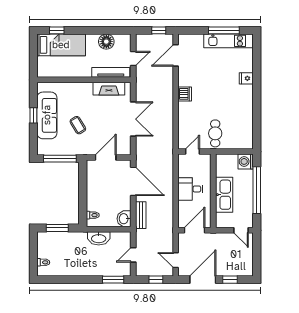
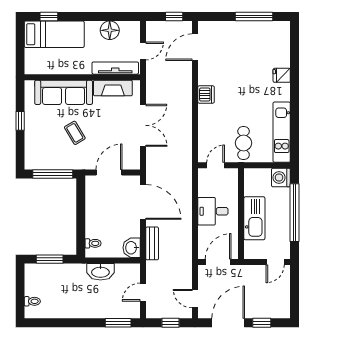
kitchen unit: (229, 41) -> (282, 132), moved, turned 90
sofa: (47, 115) -> (64, 92), moved, turned 90
door: (241, 230) -> (275, 262), hinge flipped

